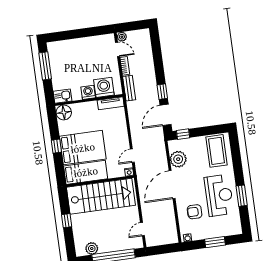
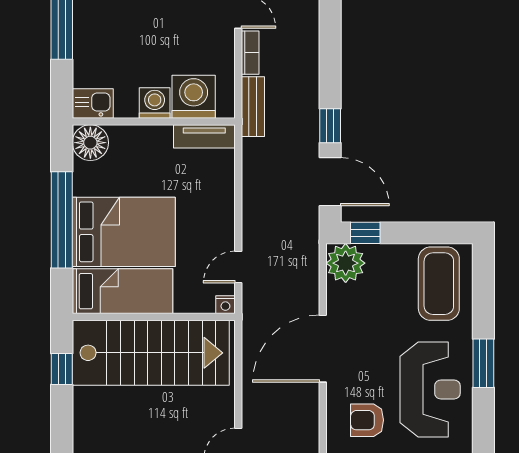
door: (166, 115) -> (330, 182), swing flipped
window: (56, 146) -> (62, 220), width x3.17
plant: (178, 159) -> (346, 263), moved
window: (242, 196) -> (483, 363), moved
window: (67, 221) -> (62, 369), moved

